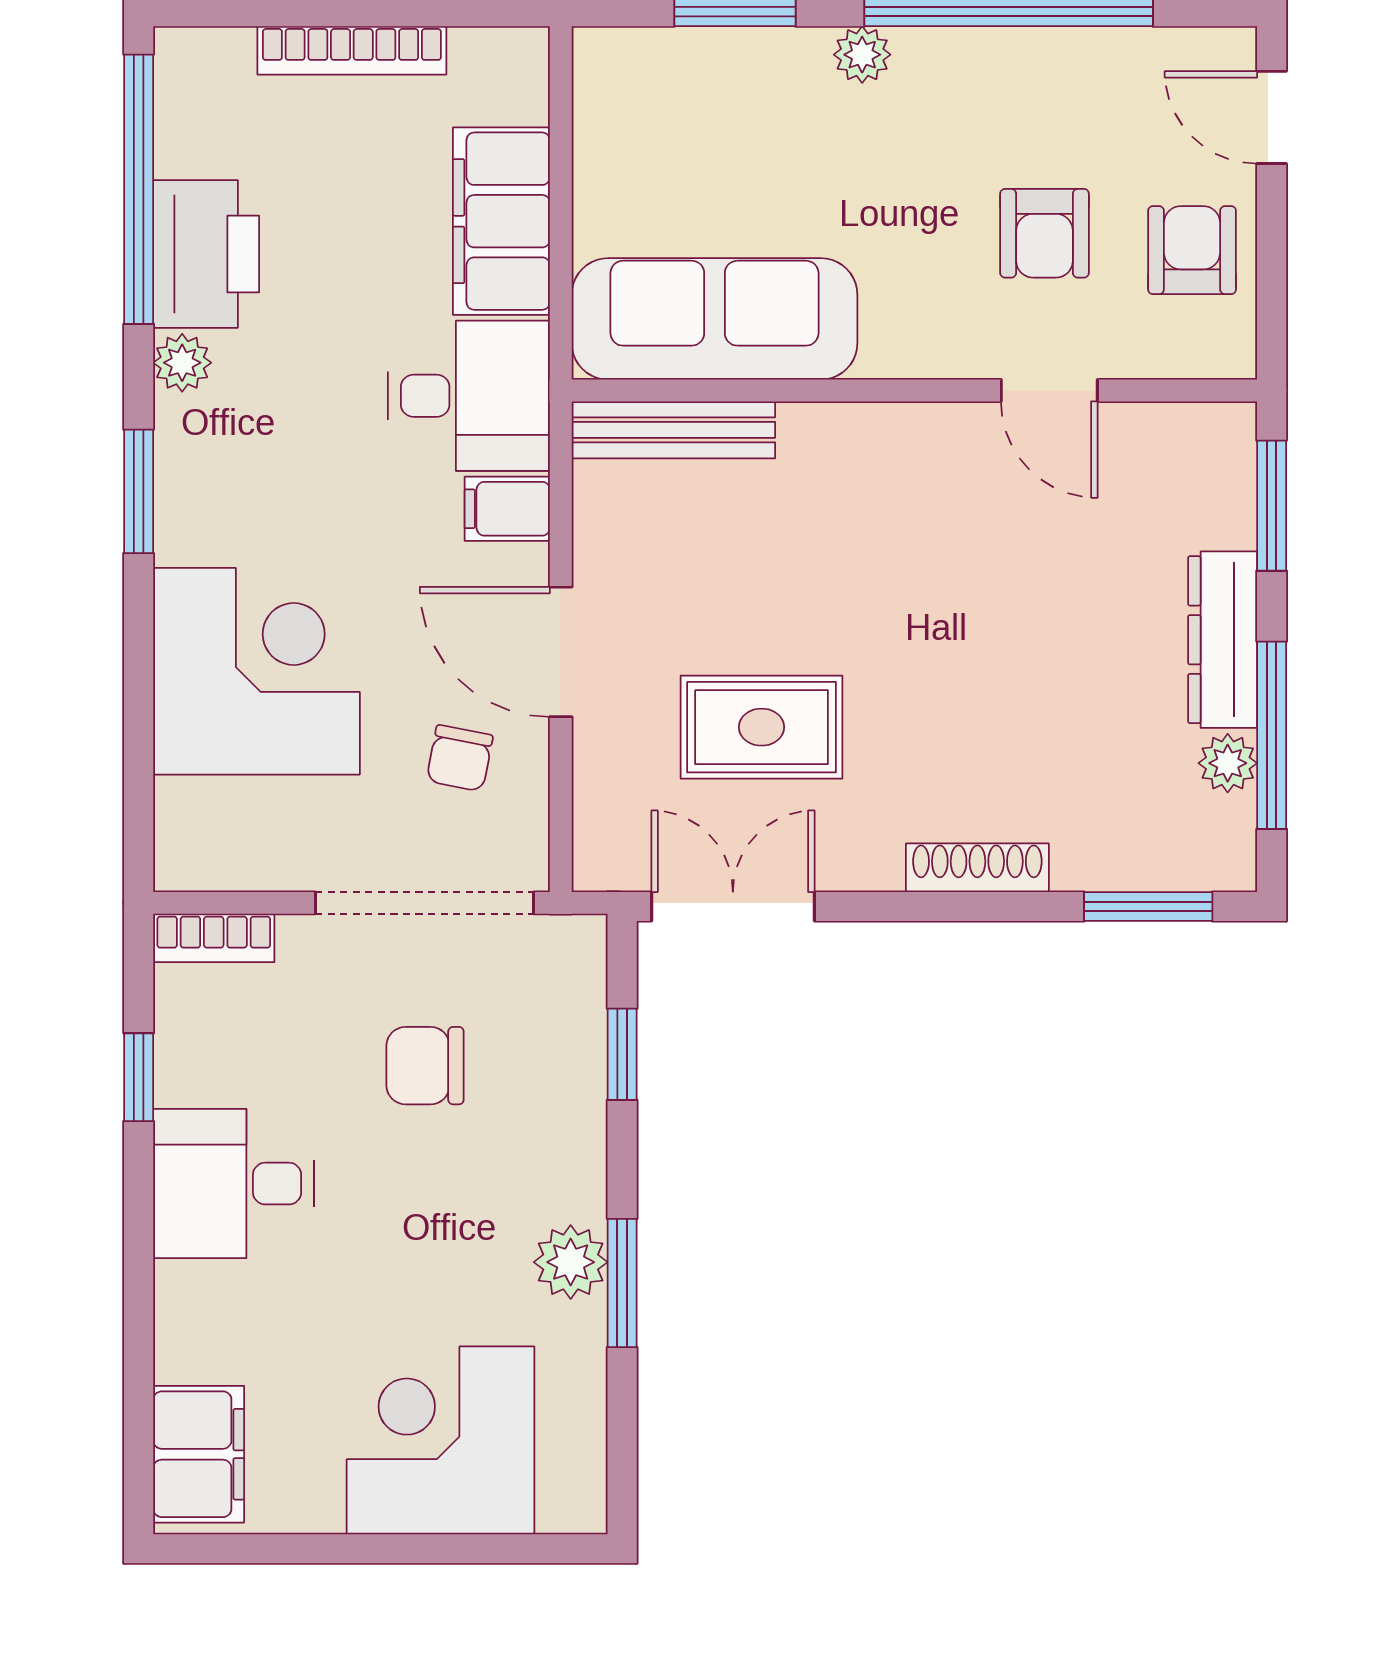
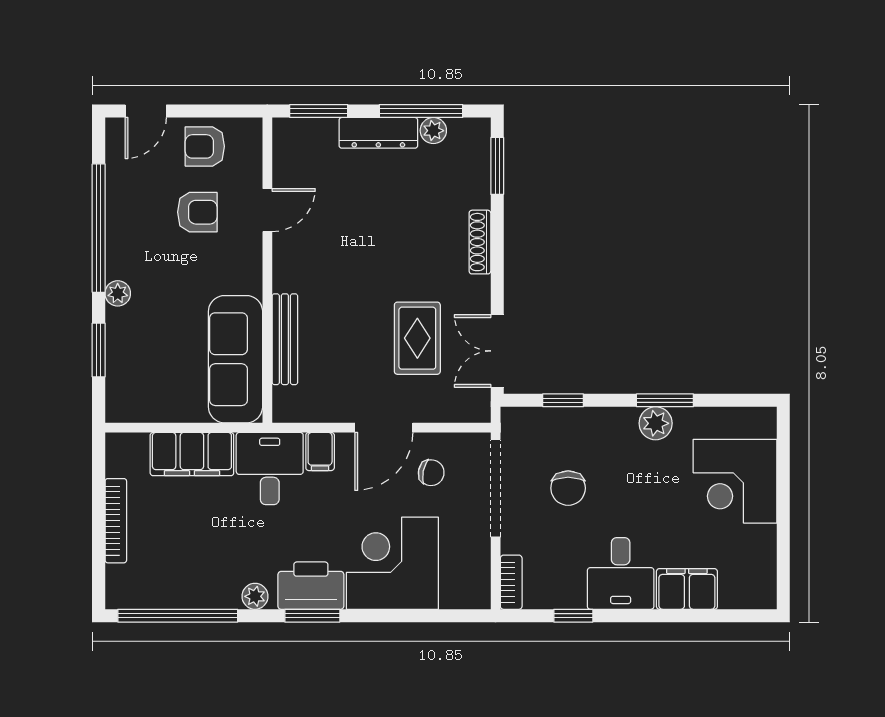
printer: (206, 254) -> (311, 586), moved
bench: (673, 430) -> (285, 339), moved
filing cabinet: (199, 1454) -> (687, 589), moved

